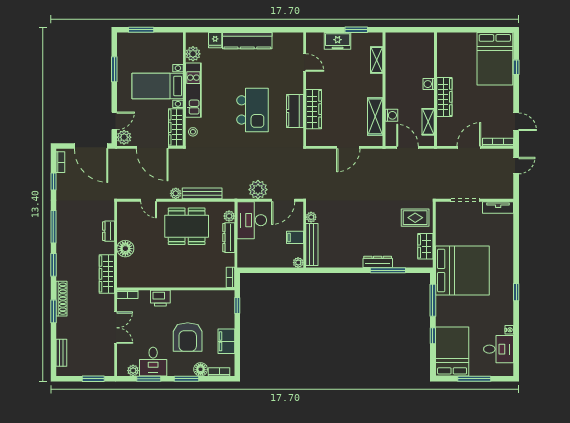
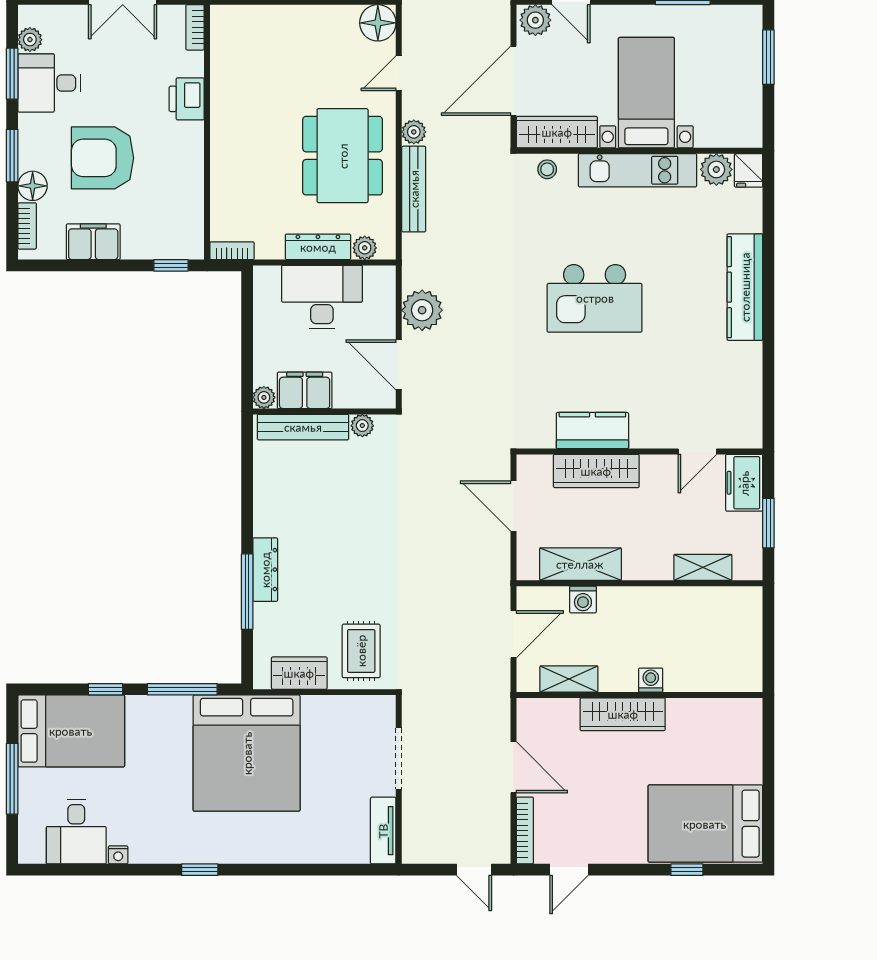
fridge: (215, 40) -> (749, 170), moved, turned -90
door: (305, 63) -> (697, 451), moved
wall: (305, 89) -> (639, 451), moved
wardrobe: (314, 109) -> (596, 471), moved
kitchen counter: (295, 111) -> (592, 431), moved
desk: (252, 220) -> (322, 297), moved
filing cabinet: (295, 237) -> (305, 390), width x2.00
floor lamp: (125, 249) -> (378, 23), moved

